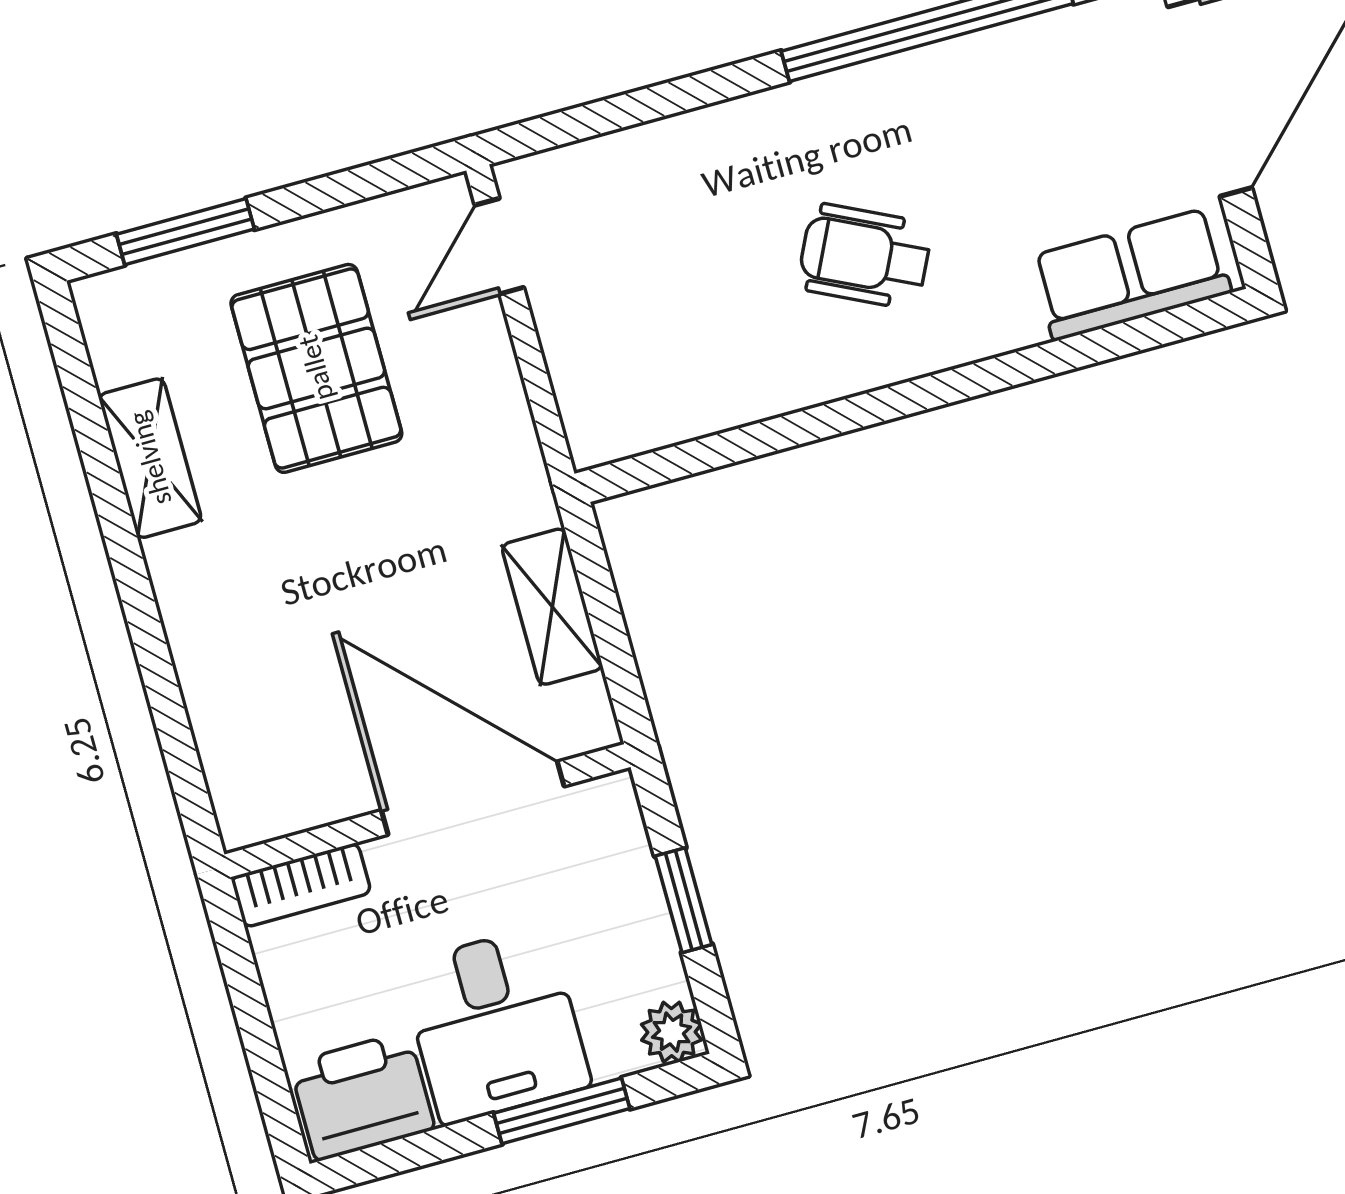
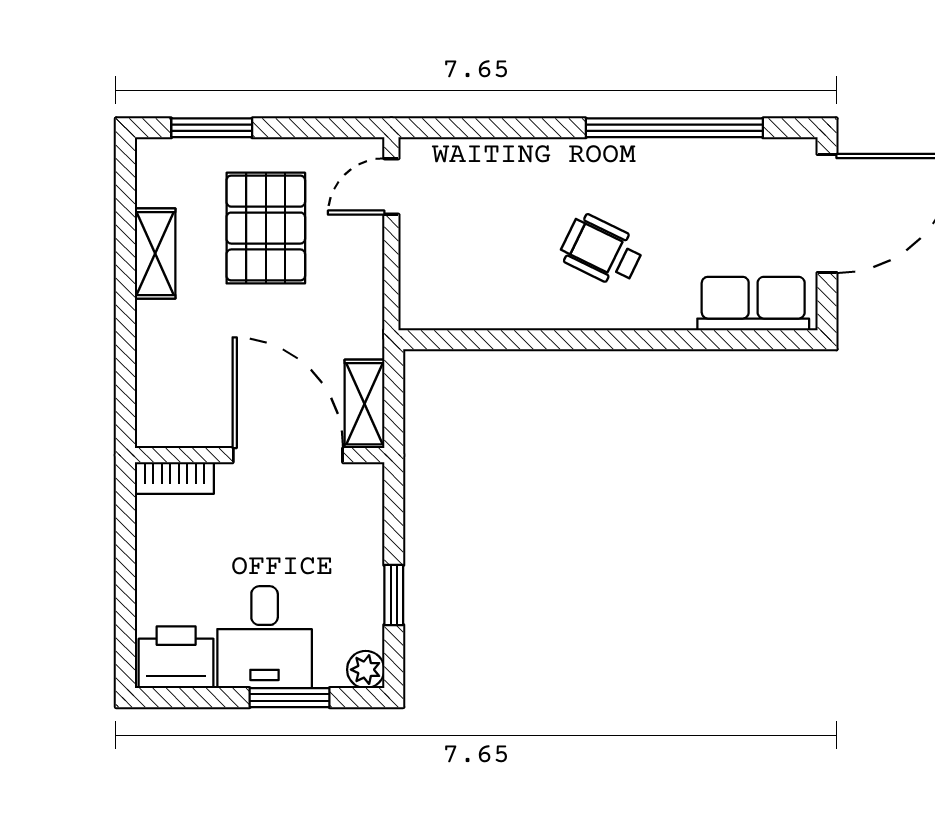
door: (473, 798) -> (288, 455), moved
wall: (427, 811) -> (260, 455), moved
bookcase: (301, 885) -> (174, 478), moved

